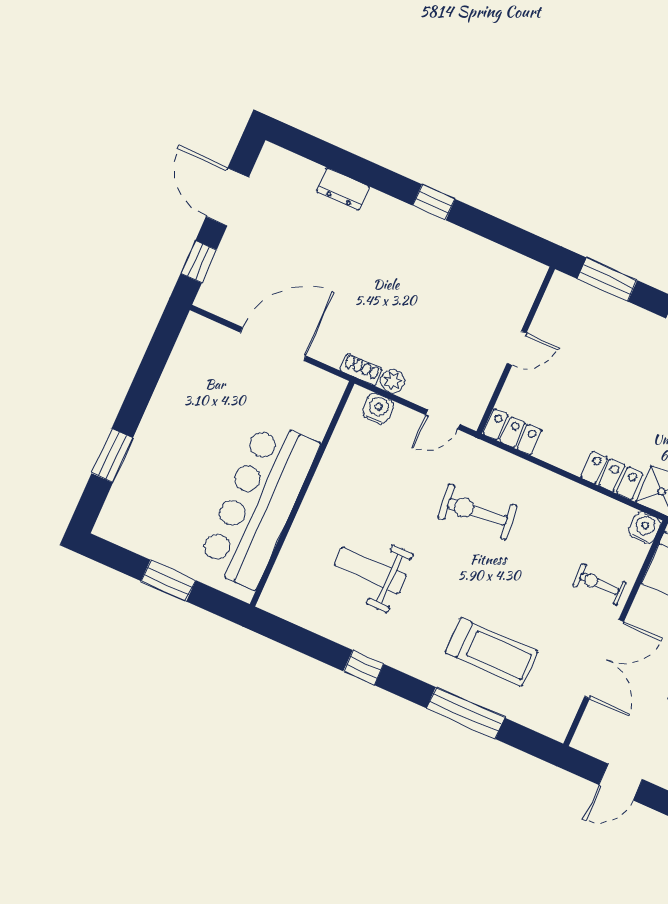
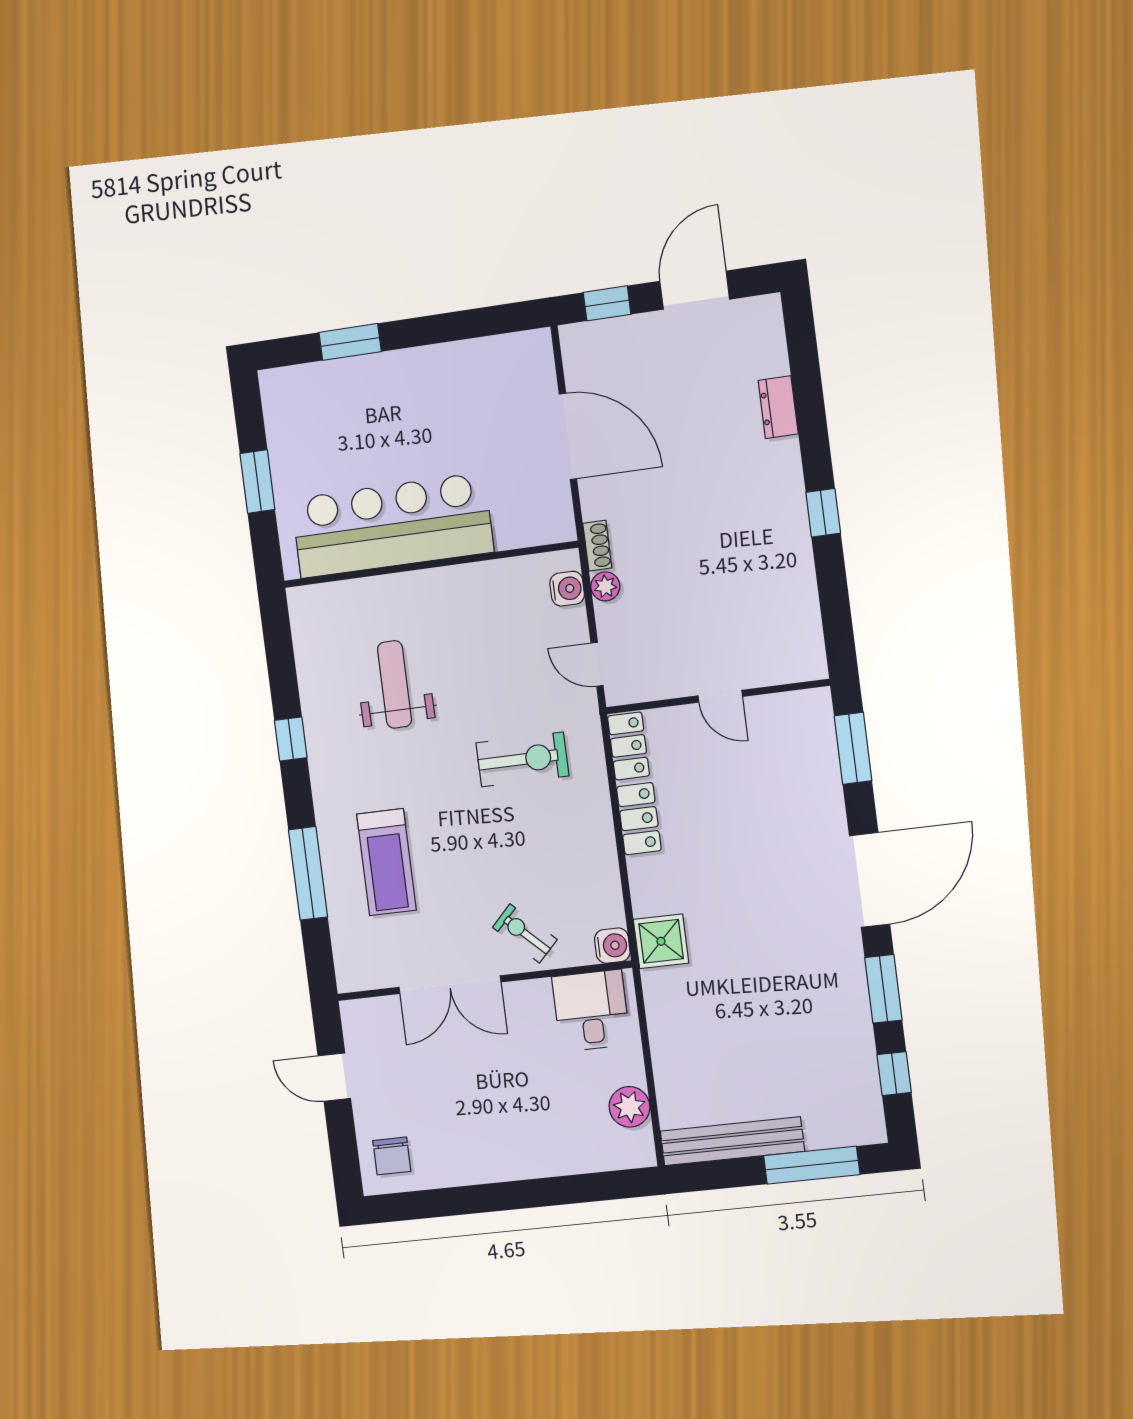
locker: (612, 475) -> (639, 819), moved
exercise bike: (477, 512) -> (522, 759), turned 96
exercise bike: (600, 584) -> (525, 933), turned -46

